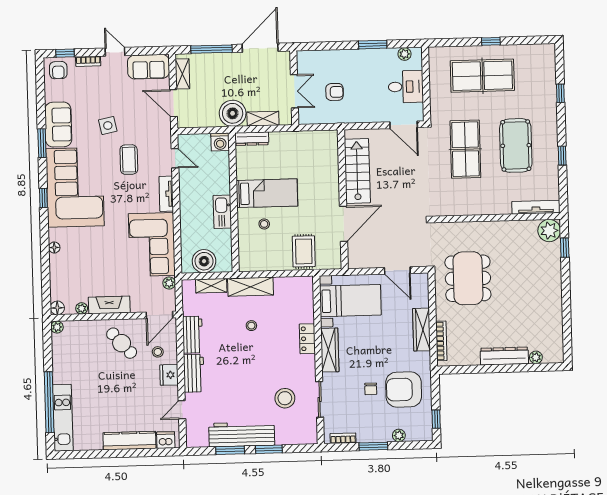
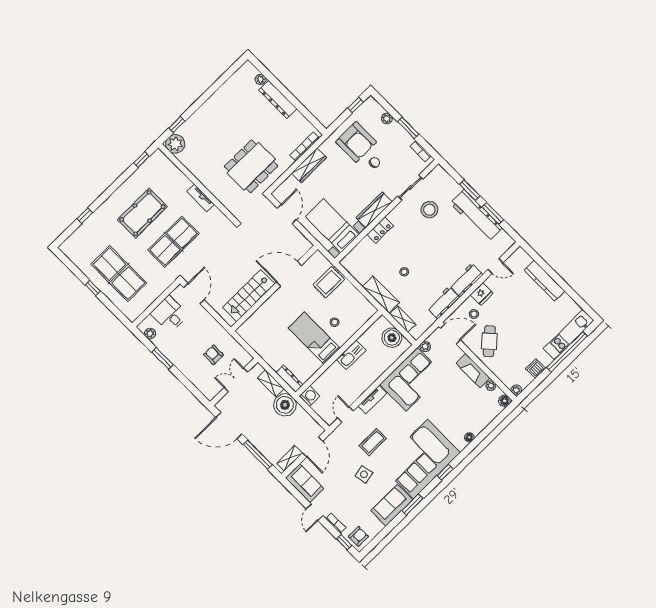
window: (562, 156) -> (141, 160), moved
tv unit: (536, 207) -> (201, 198), moved, width x0.71
dishwasher: (166, 440) -> (536, 369), moved, turned 90

